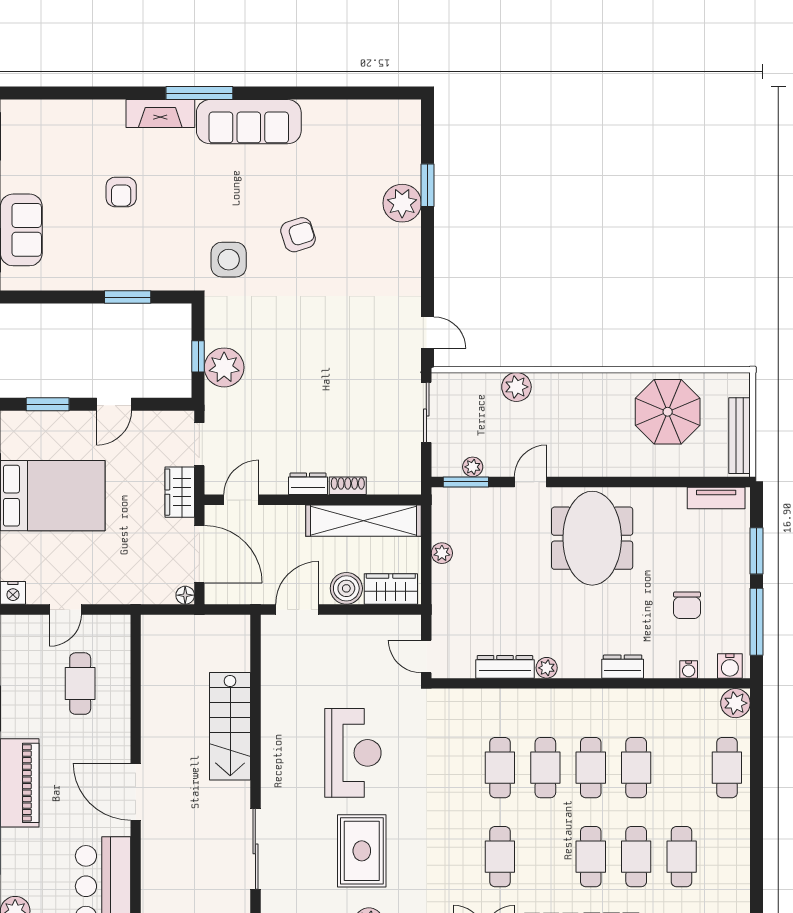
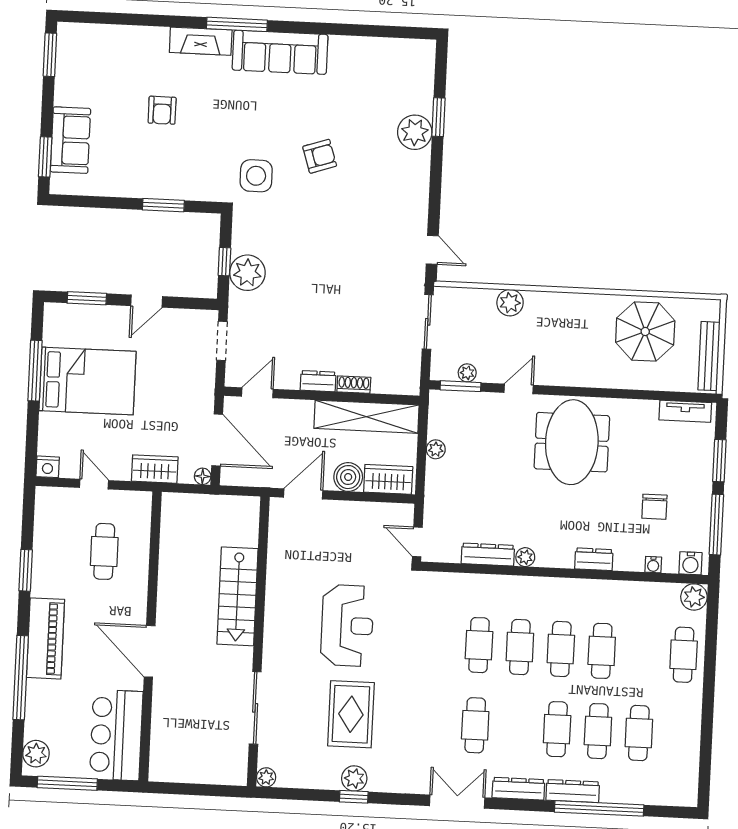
wardrobe: (180, 492) -> (155, 469), moved, turned 90
door: (65, 609) -> (94, 484), swing flipped

